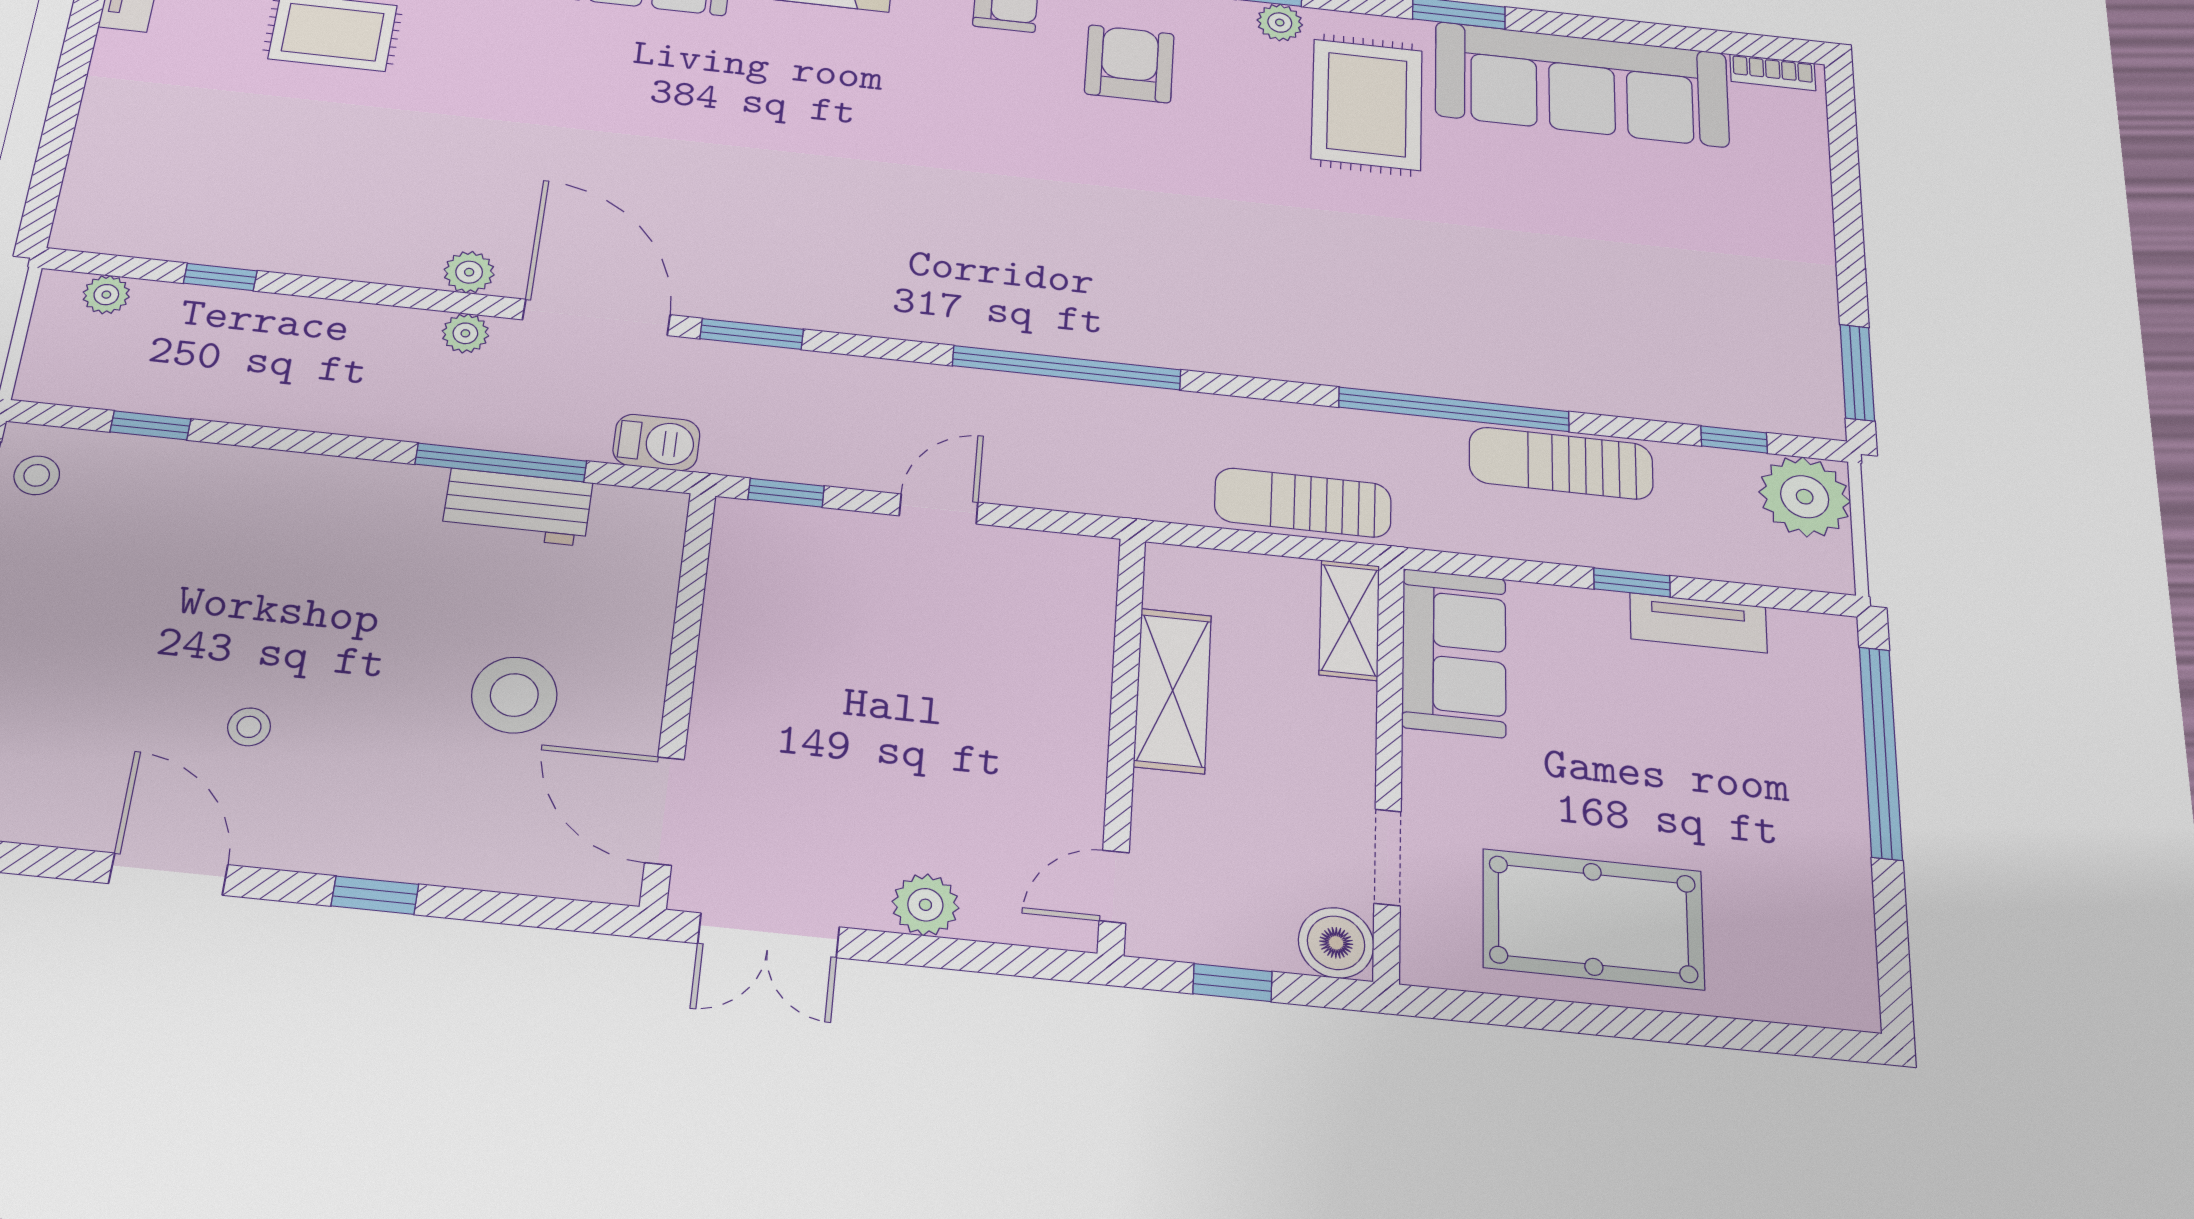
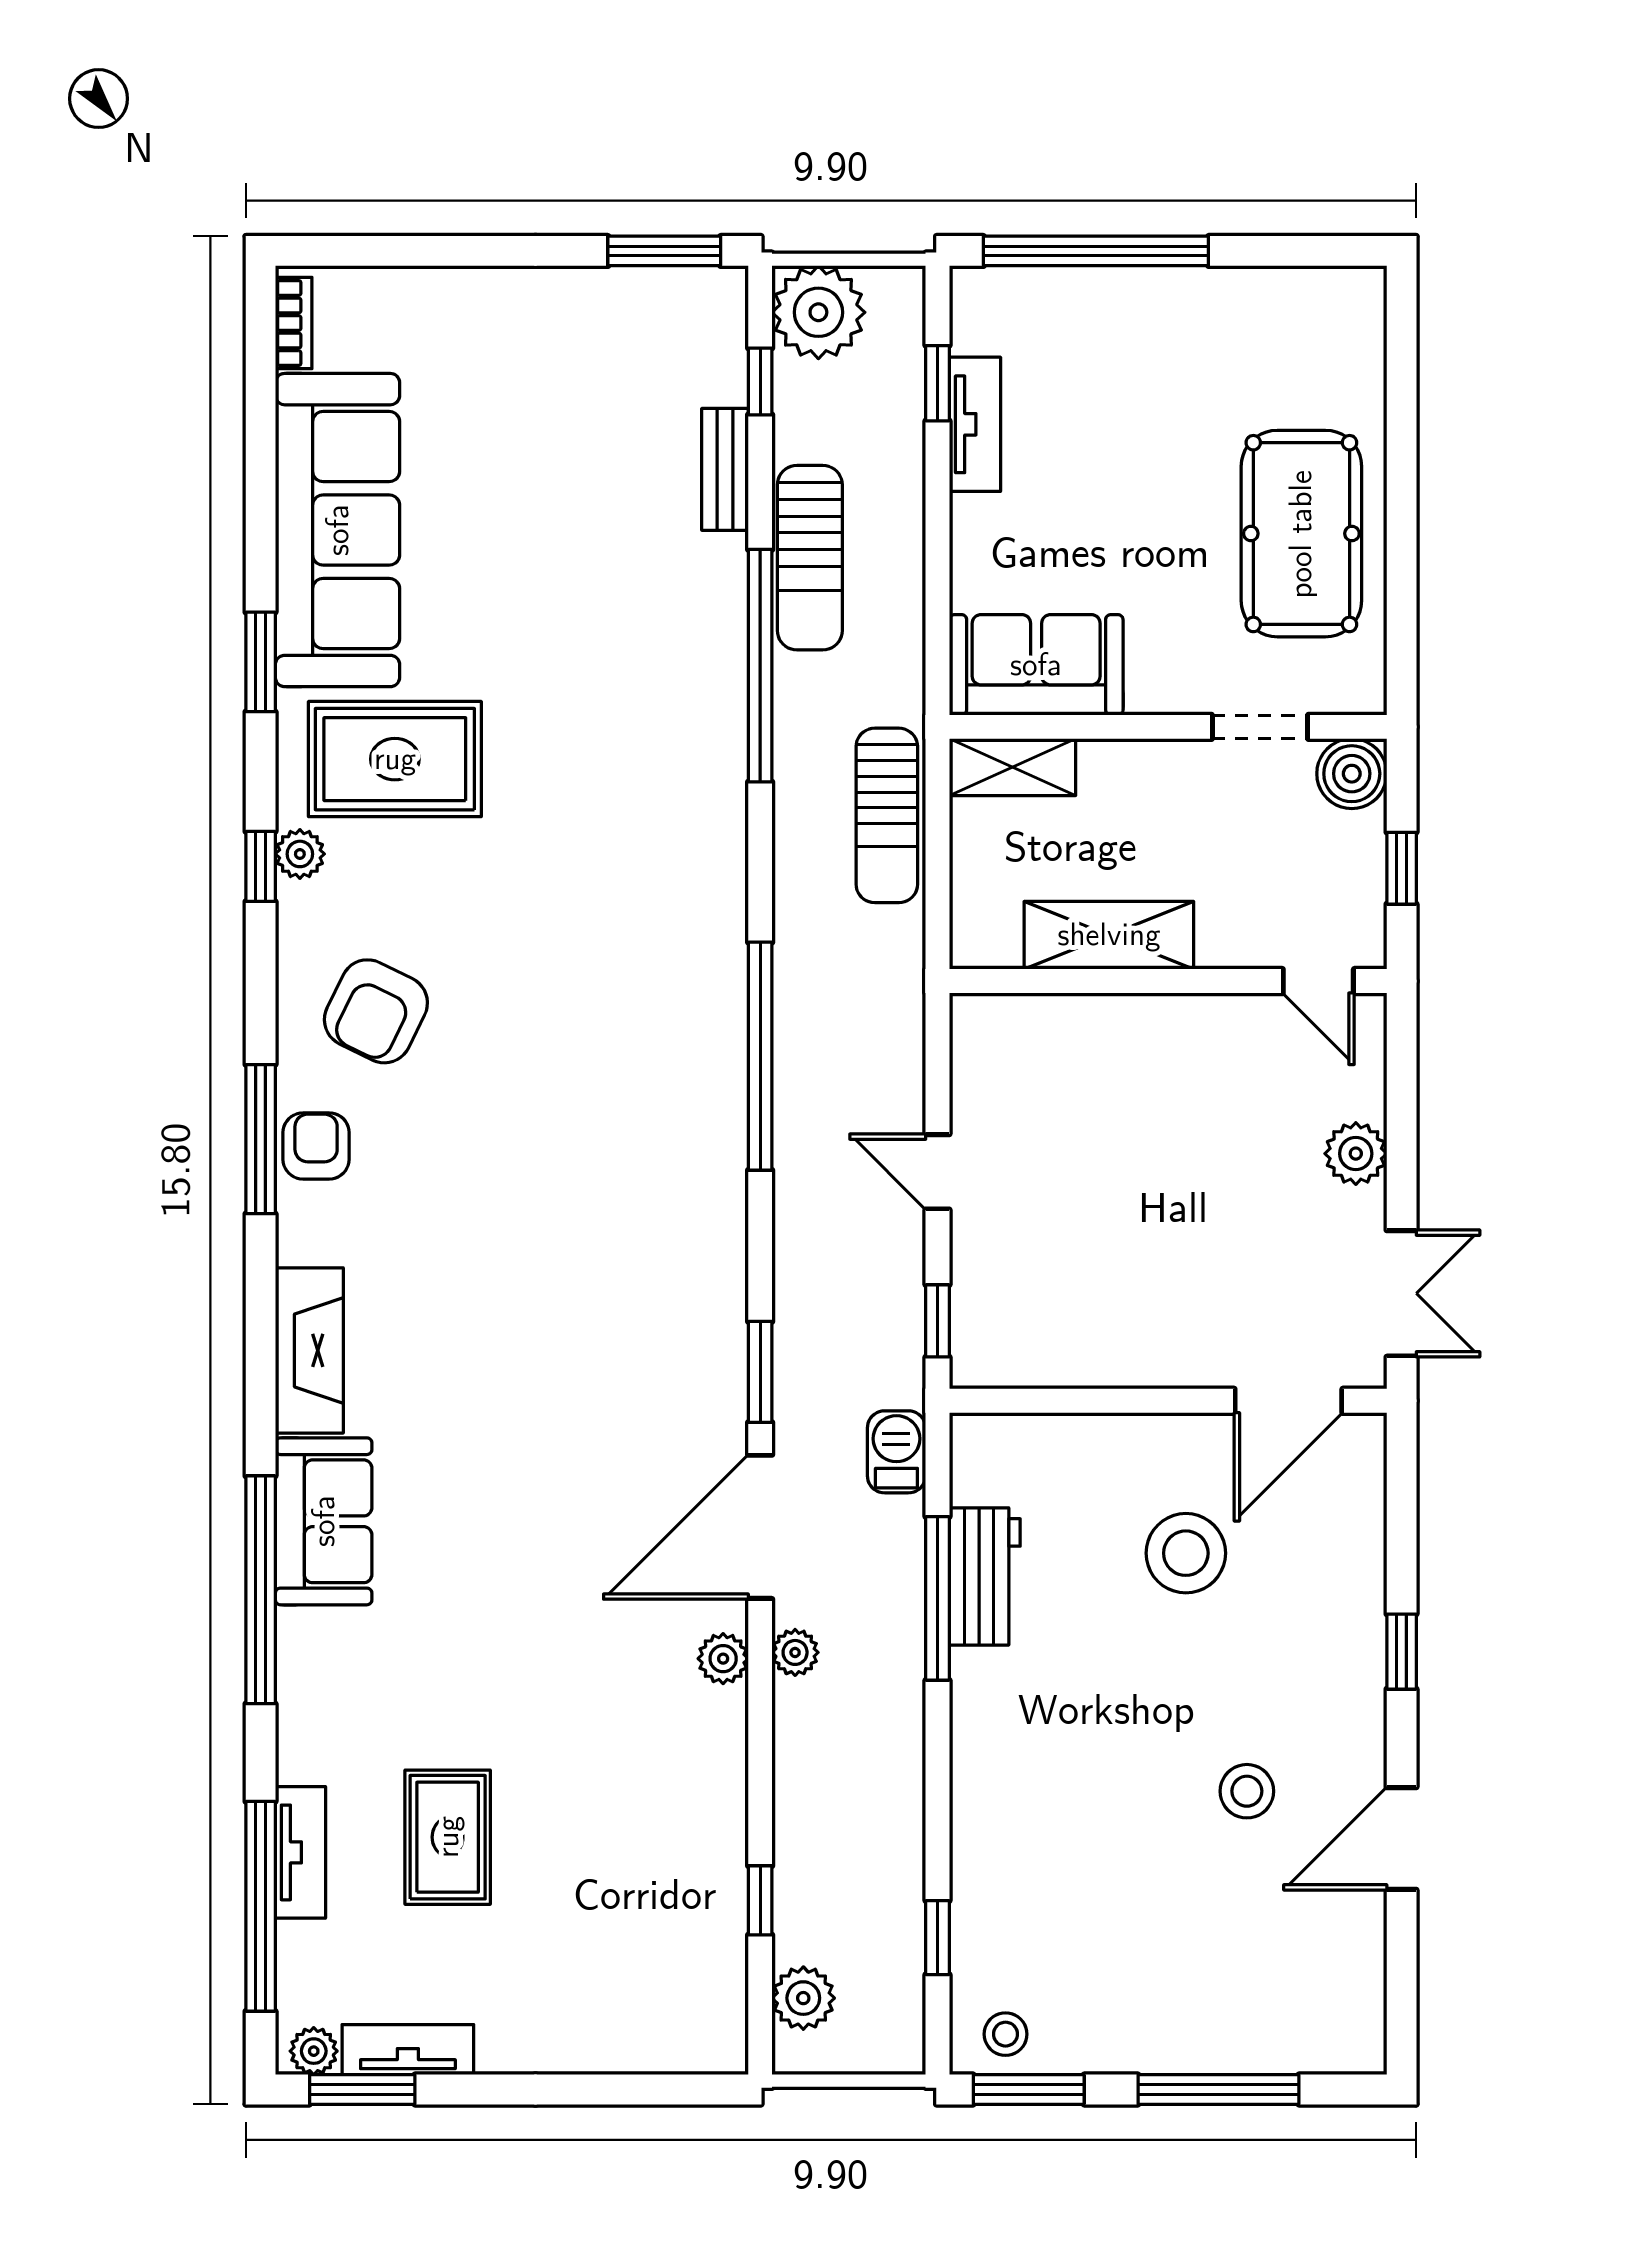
armchair: (1129, 64) -> (376, 1011), turned -64
plant: (106, 295) -> (803, 1998), width x1.38, depth x1.38
bench: (1647, 400) -> (725, 469), added
window: (1632, 582) -> (937, 383), moved
stool: (249, 727) -> (1247, 1791), width x1.37, depth x1.37

